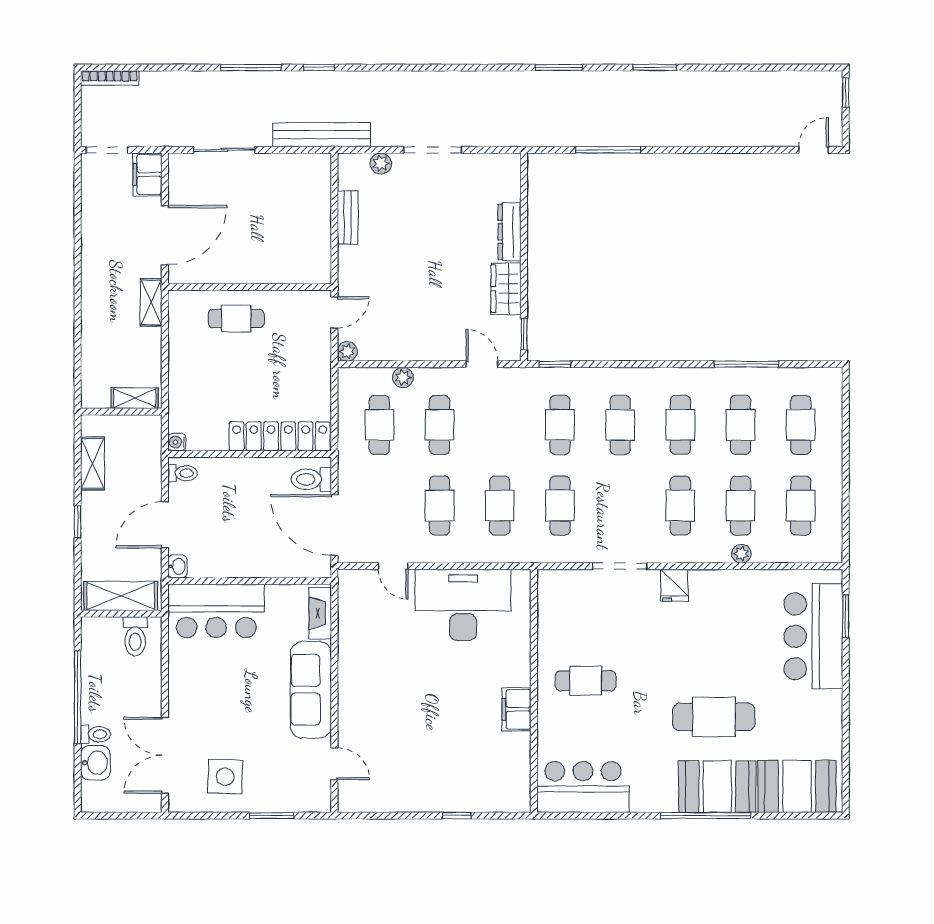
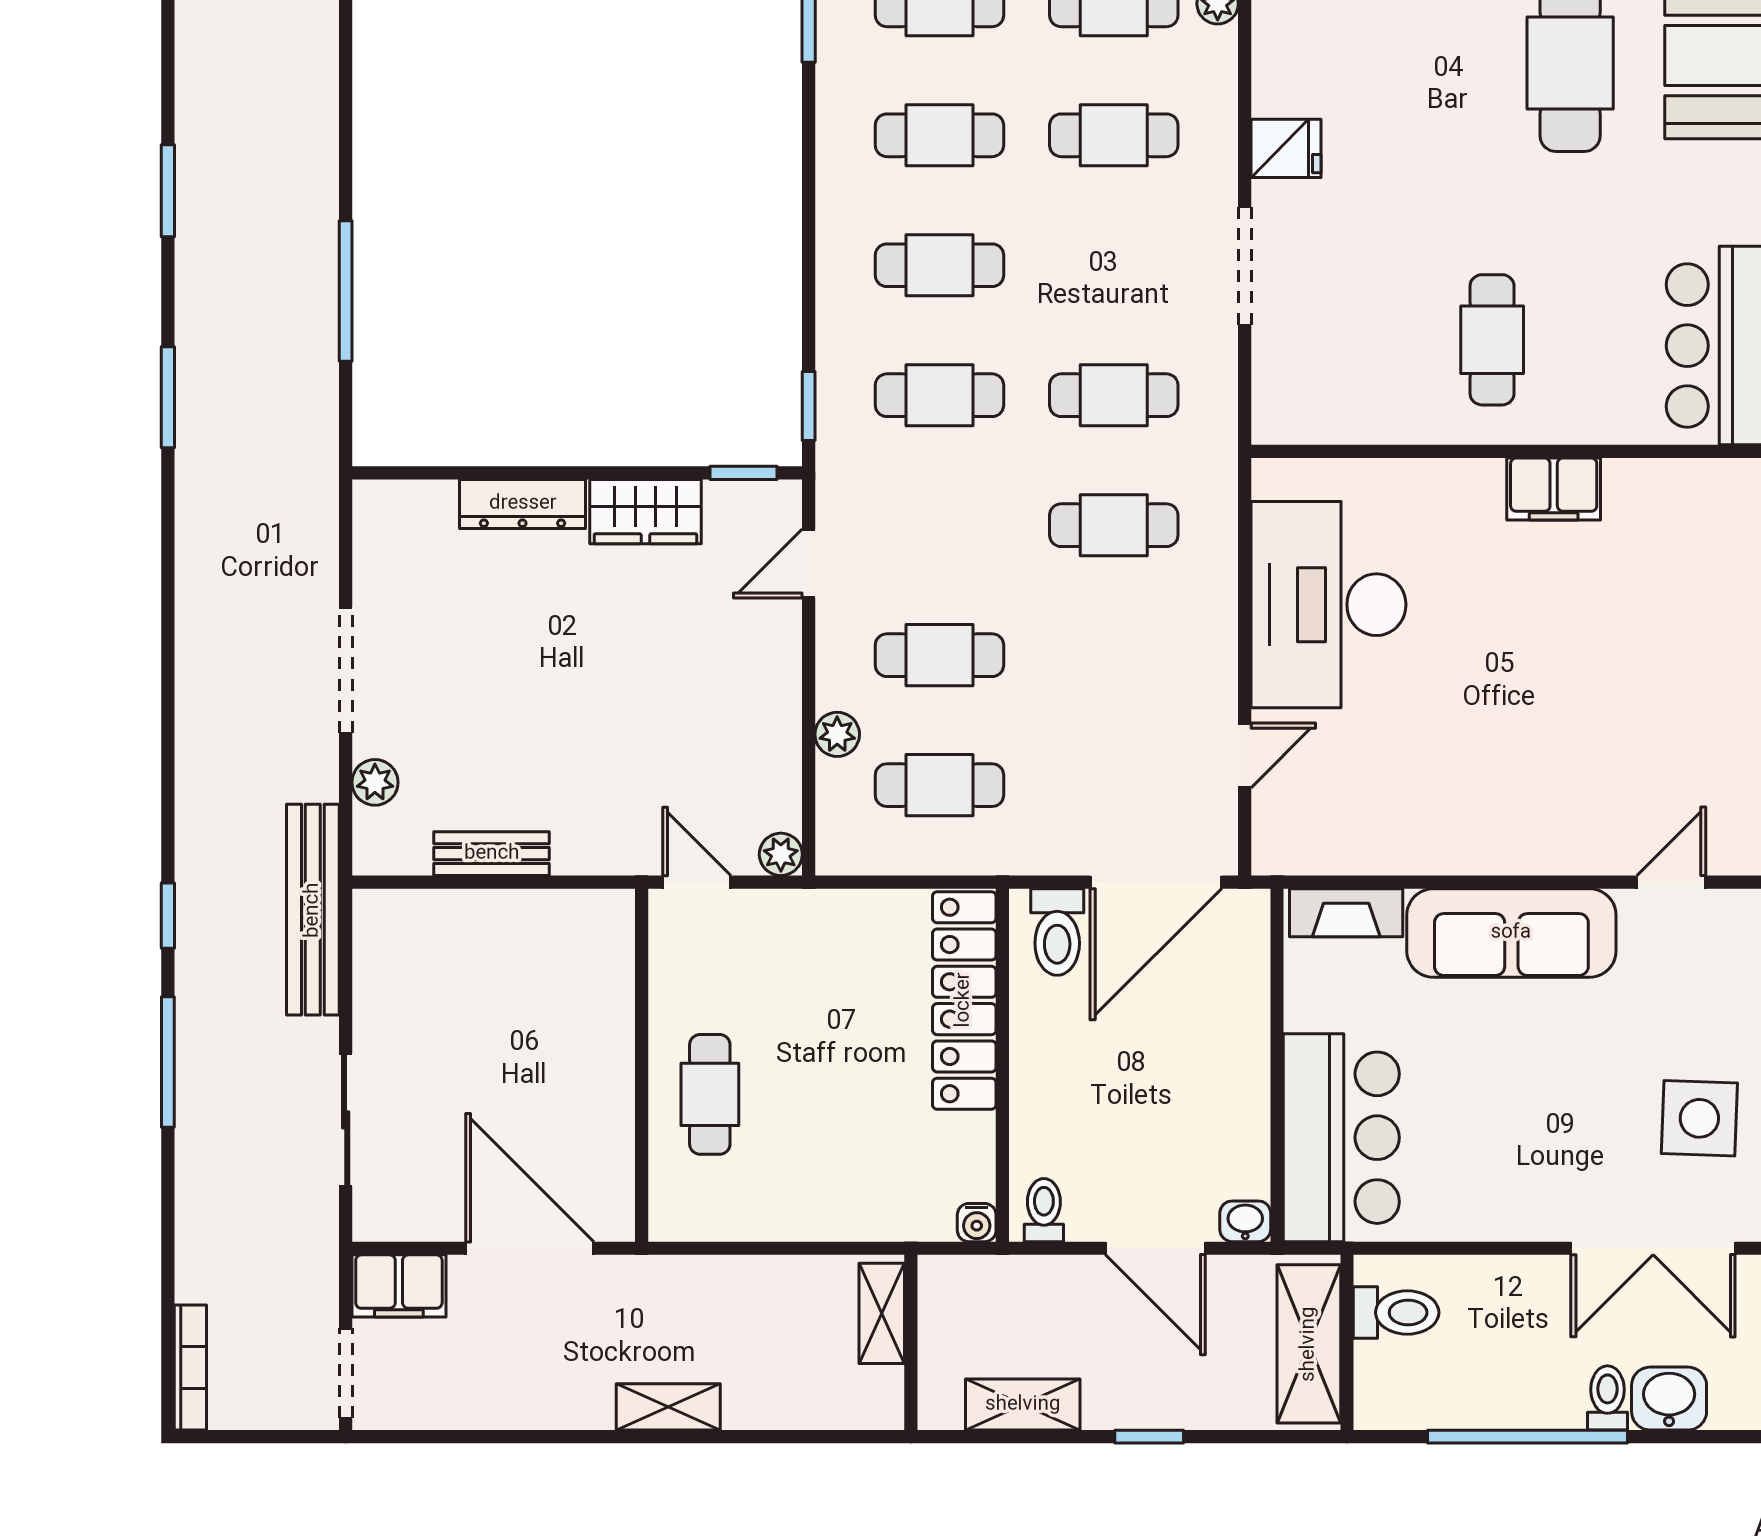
shelving: (151, 302) -> (668, 1407), moved
cafe table: (440, 506) -> (1114, 655), removed

